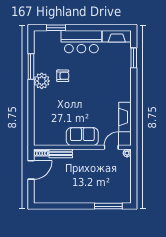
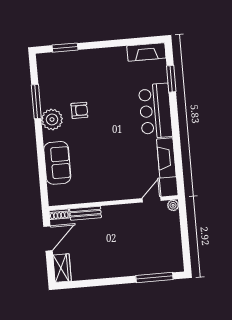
bar counter: (81, 42) -> (156, 111), moved, turned 90
sofa: (82, 137) -> (57, 163), moved, turned 90
wardrobe: (40, 193) -> (62, 268), added

